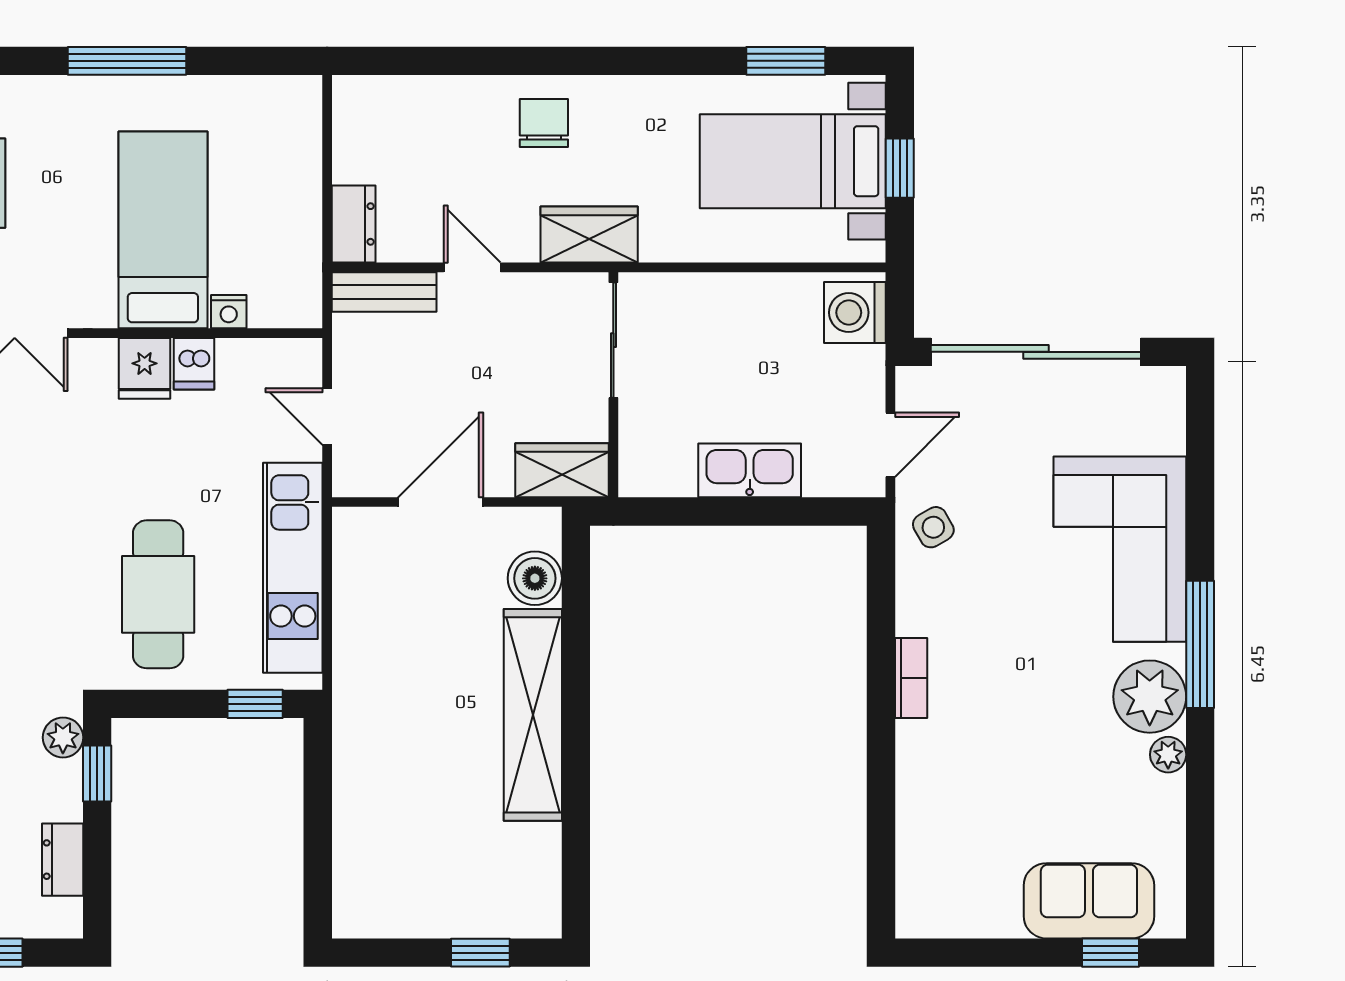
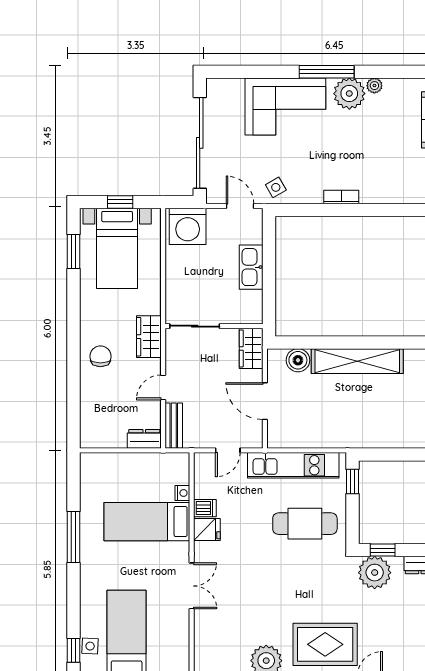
chair: (544, 123) -> (100, 356), turned 90
washing machine: (855, 313) -> (188, 226), width x1.37, depth x1.37
plant: (63, 737) -> (375, 573), width x1.88, depth x1.88

